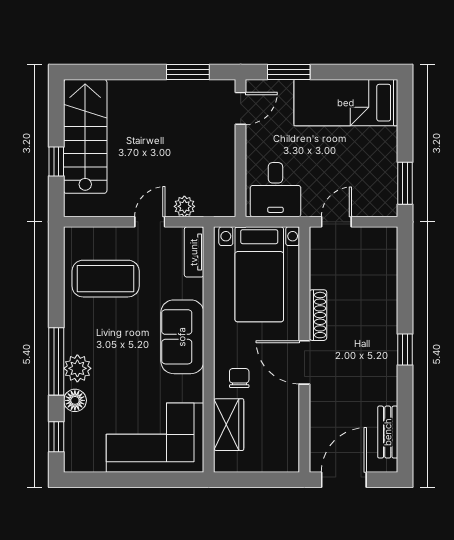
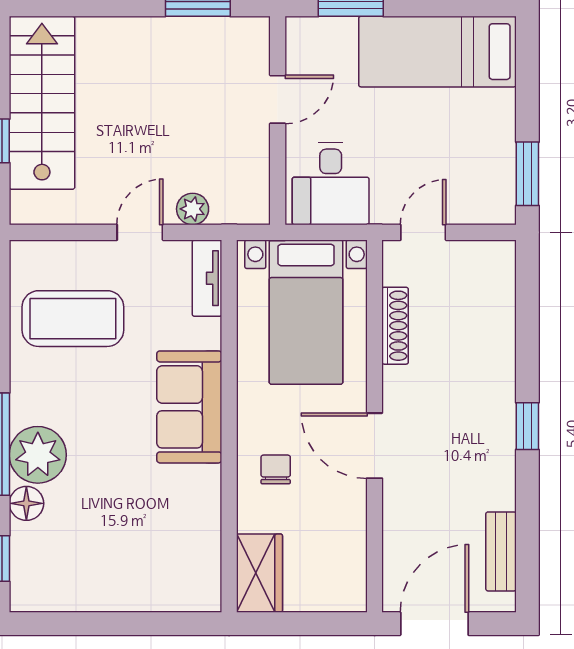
door: (241, 108) -> (278, 99), moved
shoe rack: (318, 315) -> (395, 326), moved
plant: (77, 368) -> (38, 455), width x1.36, depth x1.36
wardrobe: (229, 425) -> (259, 573), moved
corner sofa: (155, 438) -> (148, 560), removed

